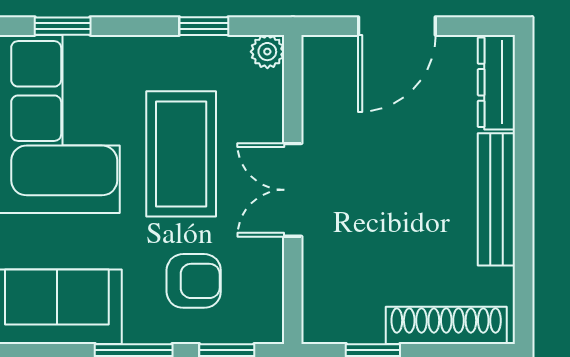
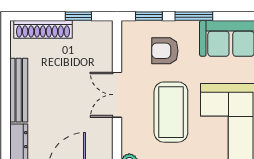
double door: (293, 190) -> (117, 95), swing flipped

